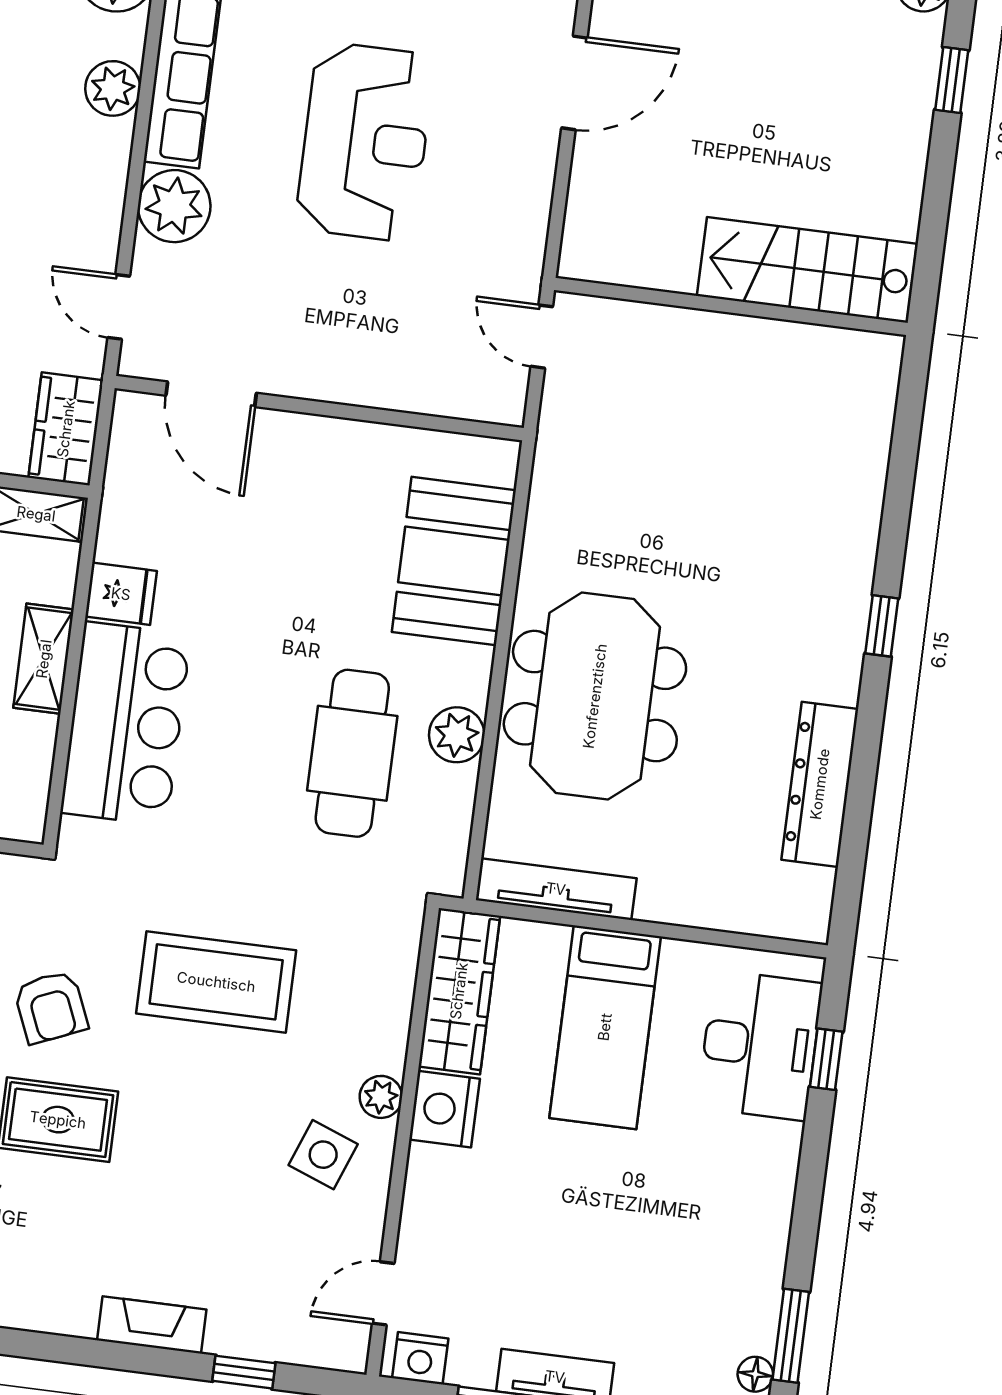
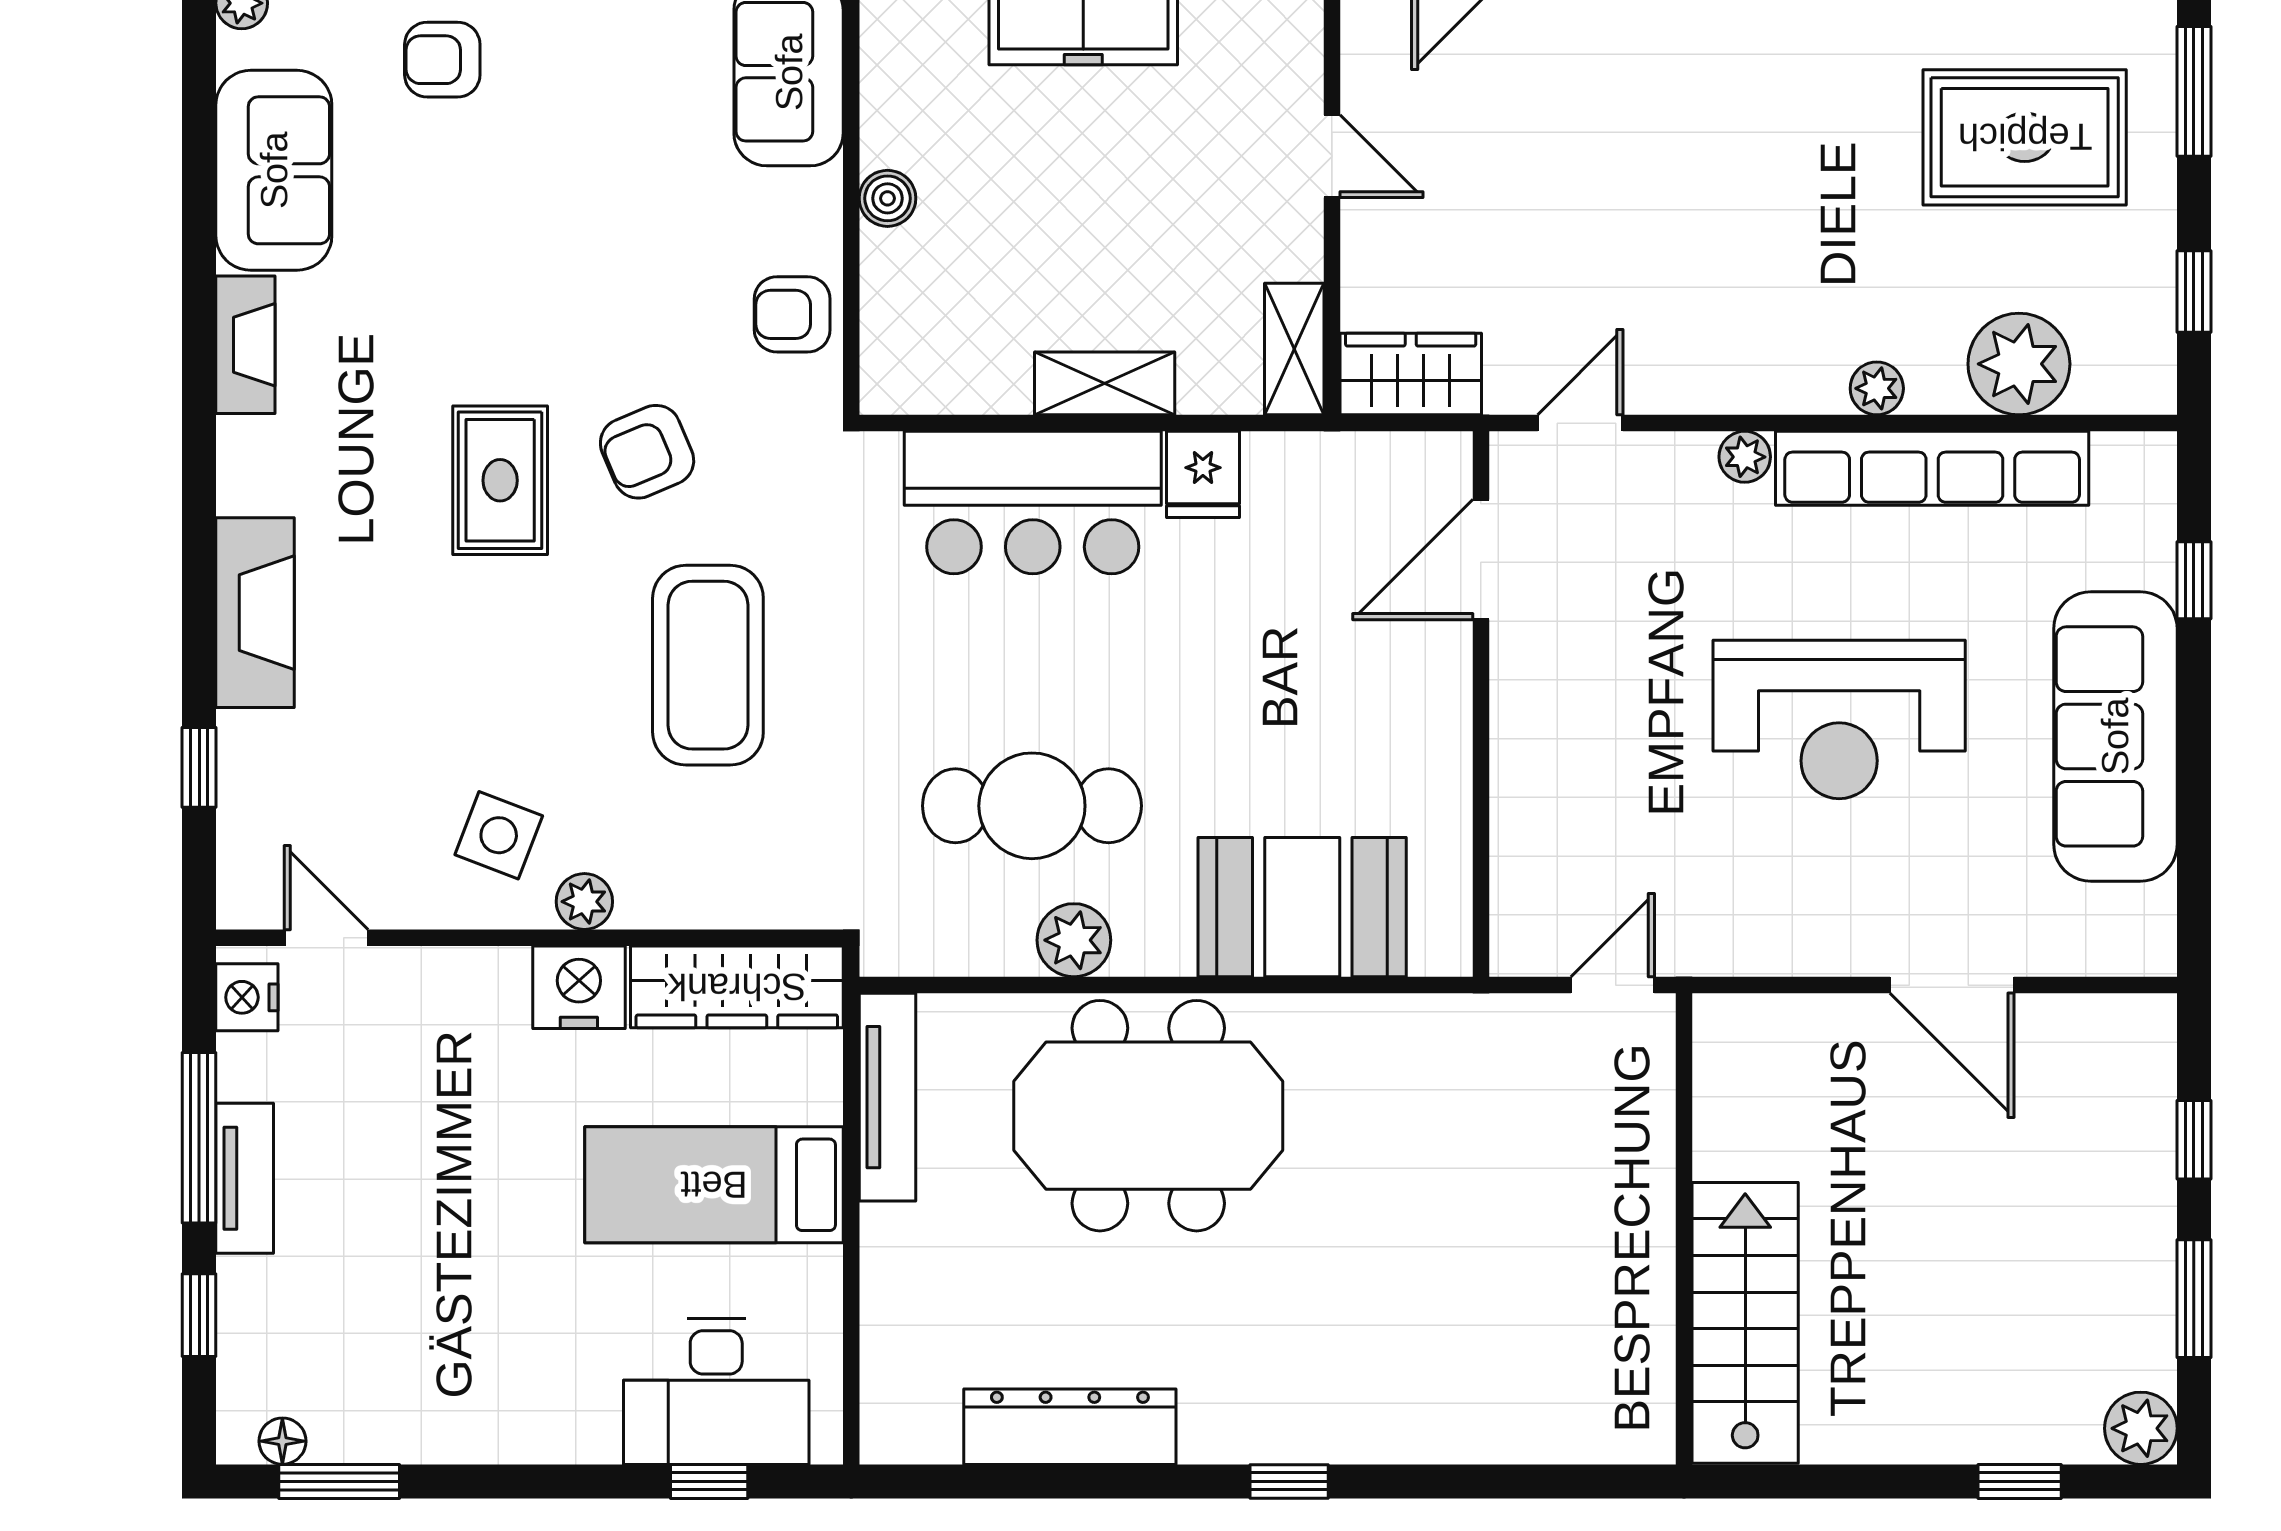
plant: (113, 88) -> (1877, 388), width x0.73, depth x0.73
plant: (174, 206) -> (1745, 457), width x0.53, depth x0.53
fireplace: (152, 1325) -> (255, 613), width x1.37, depth x1.32

